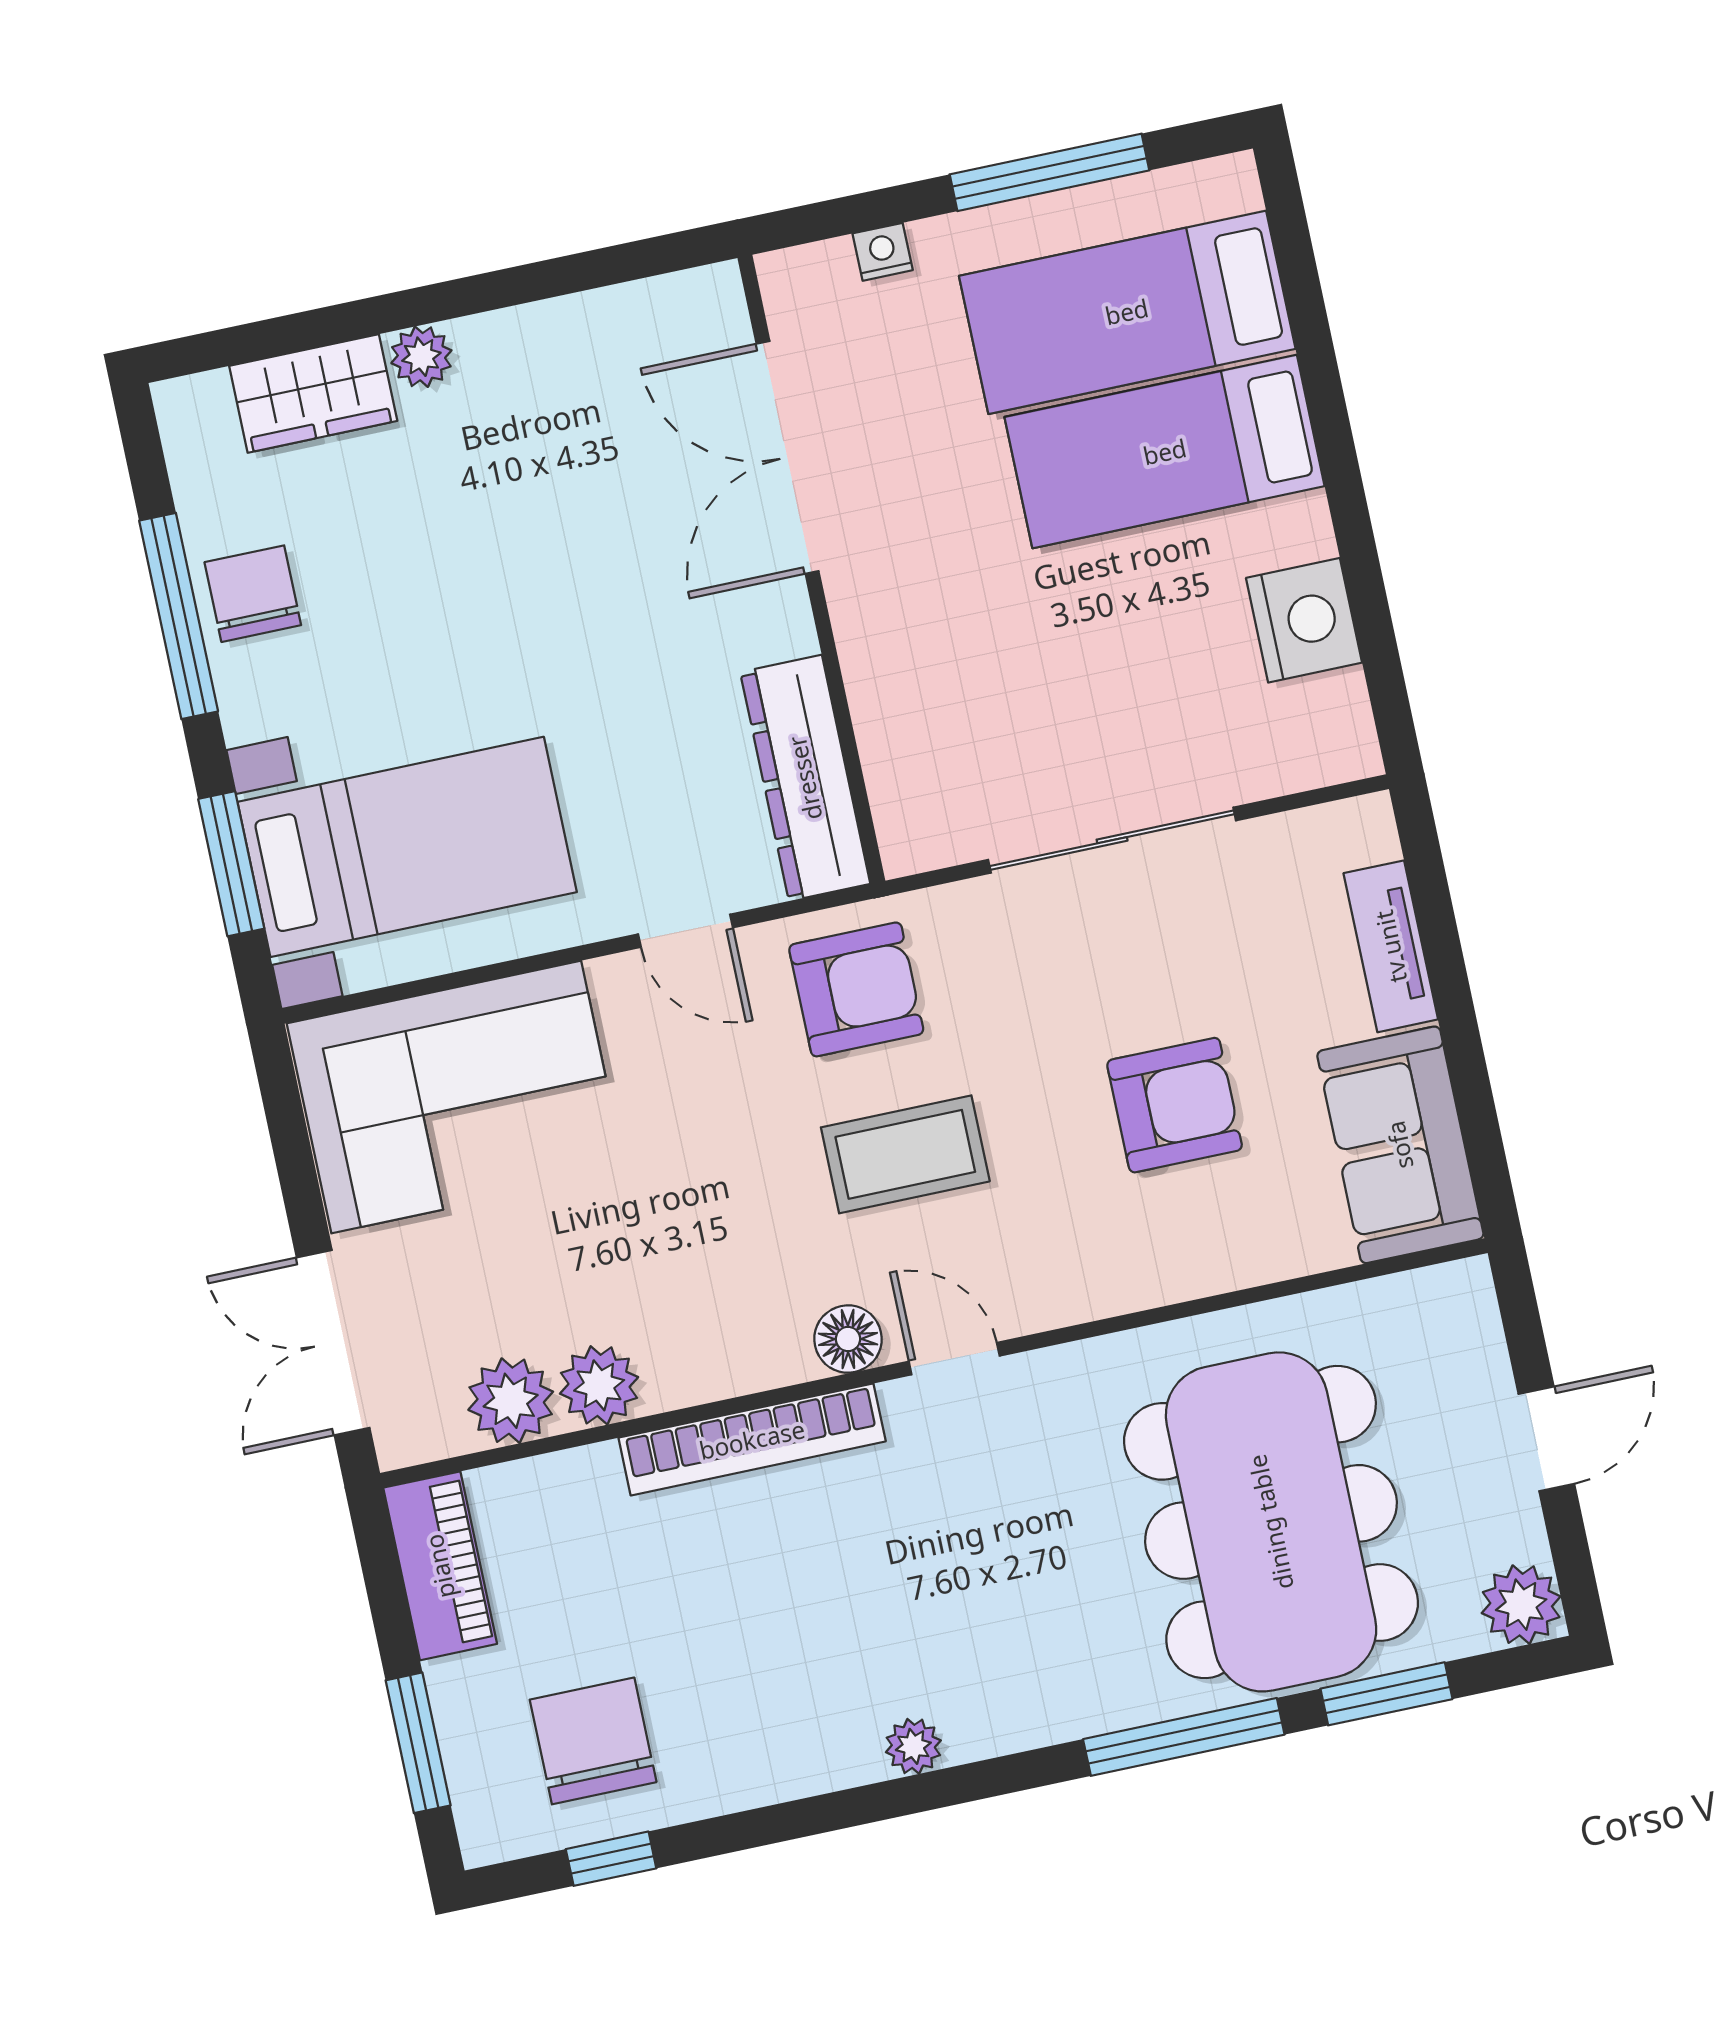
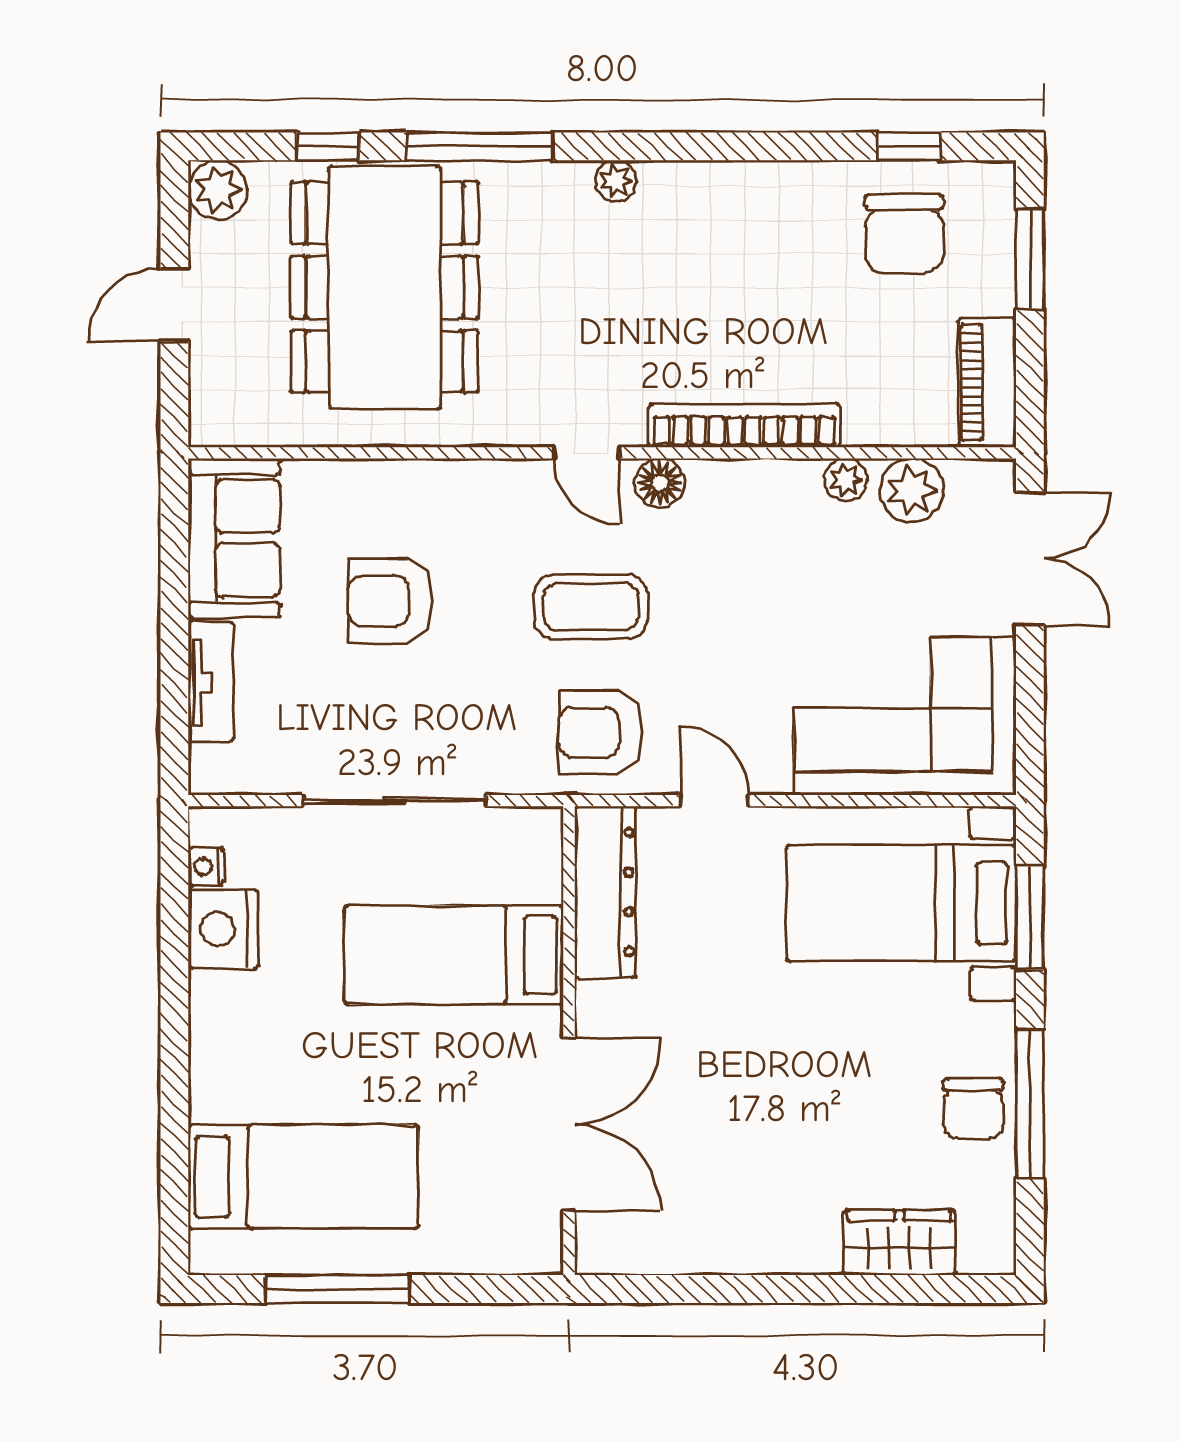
nightstand: (883, 252) -> (206, 866), moved, turned 90
plant: (421, 357) -> (816, 1253), removed
bed: (1165, 452) -> (454, 955), moved, turned 180
plant: (599, 1385) -> (846, 480), width x0.73, depth x0.73
window: (1386, 1694) -> (328, 146), width x0.67
plant: (913, 1746) -> (616, 181), moved

